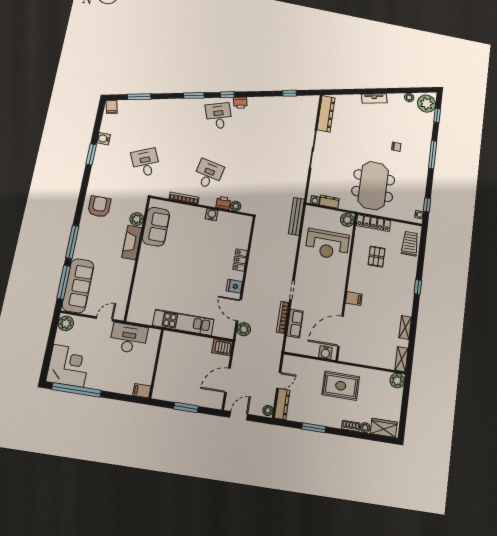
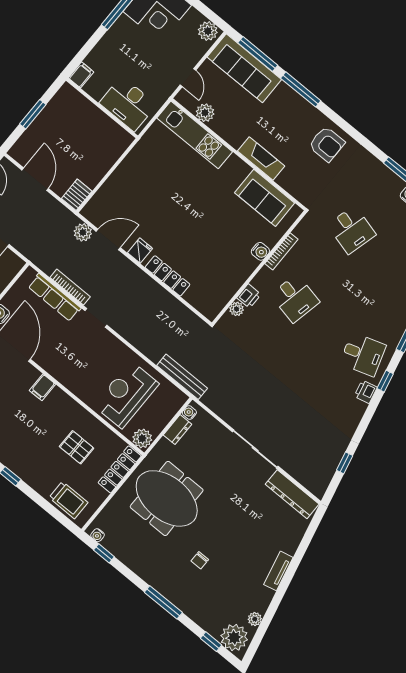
desk: (146, 163) -> (352, 230), turned 39
water cooler: (212, 215) -> (260, 251), moved
plant: (137, 219) -> (205, 113), moved
locker: (240, 260) -> (168, 276), width x1.53
kitchen unit: (183, 322) -> (195, 135), moved, turned 90
row of seats: (295, 323) -> (54, 297), width x1.48
desk: (129, 338) -> (128, 104), moved, turned 90

